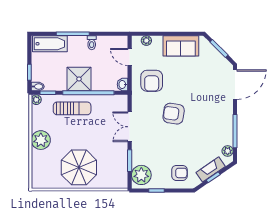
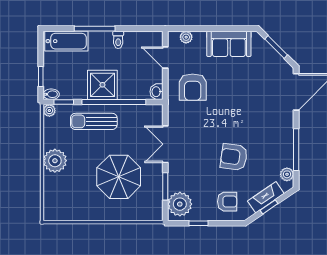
sun lounger: (72, 108) -> (94, 121), turned 180
armchair: (174, 114) -> (234, 157), moved
parasol: (79, 167) -> (119, 177), moved

